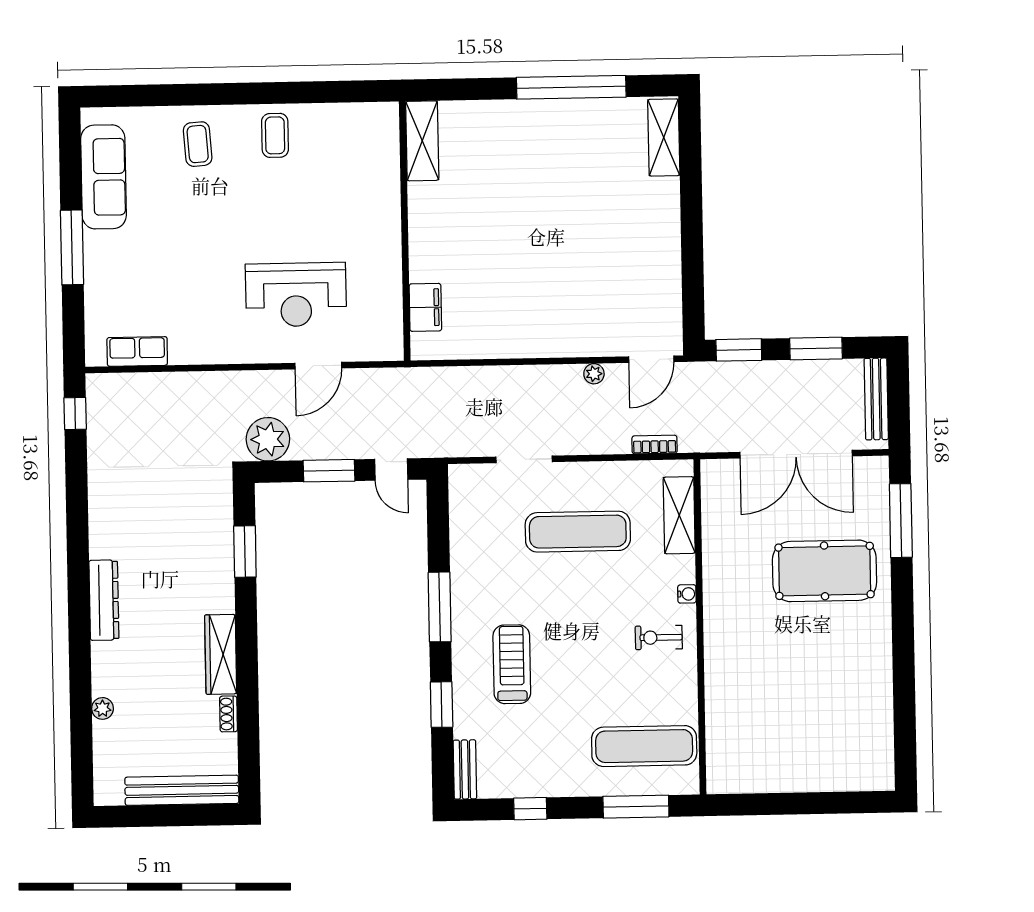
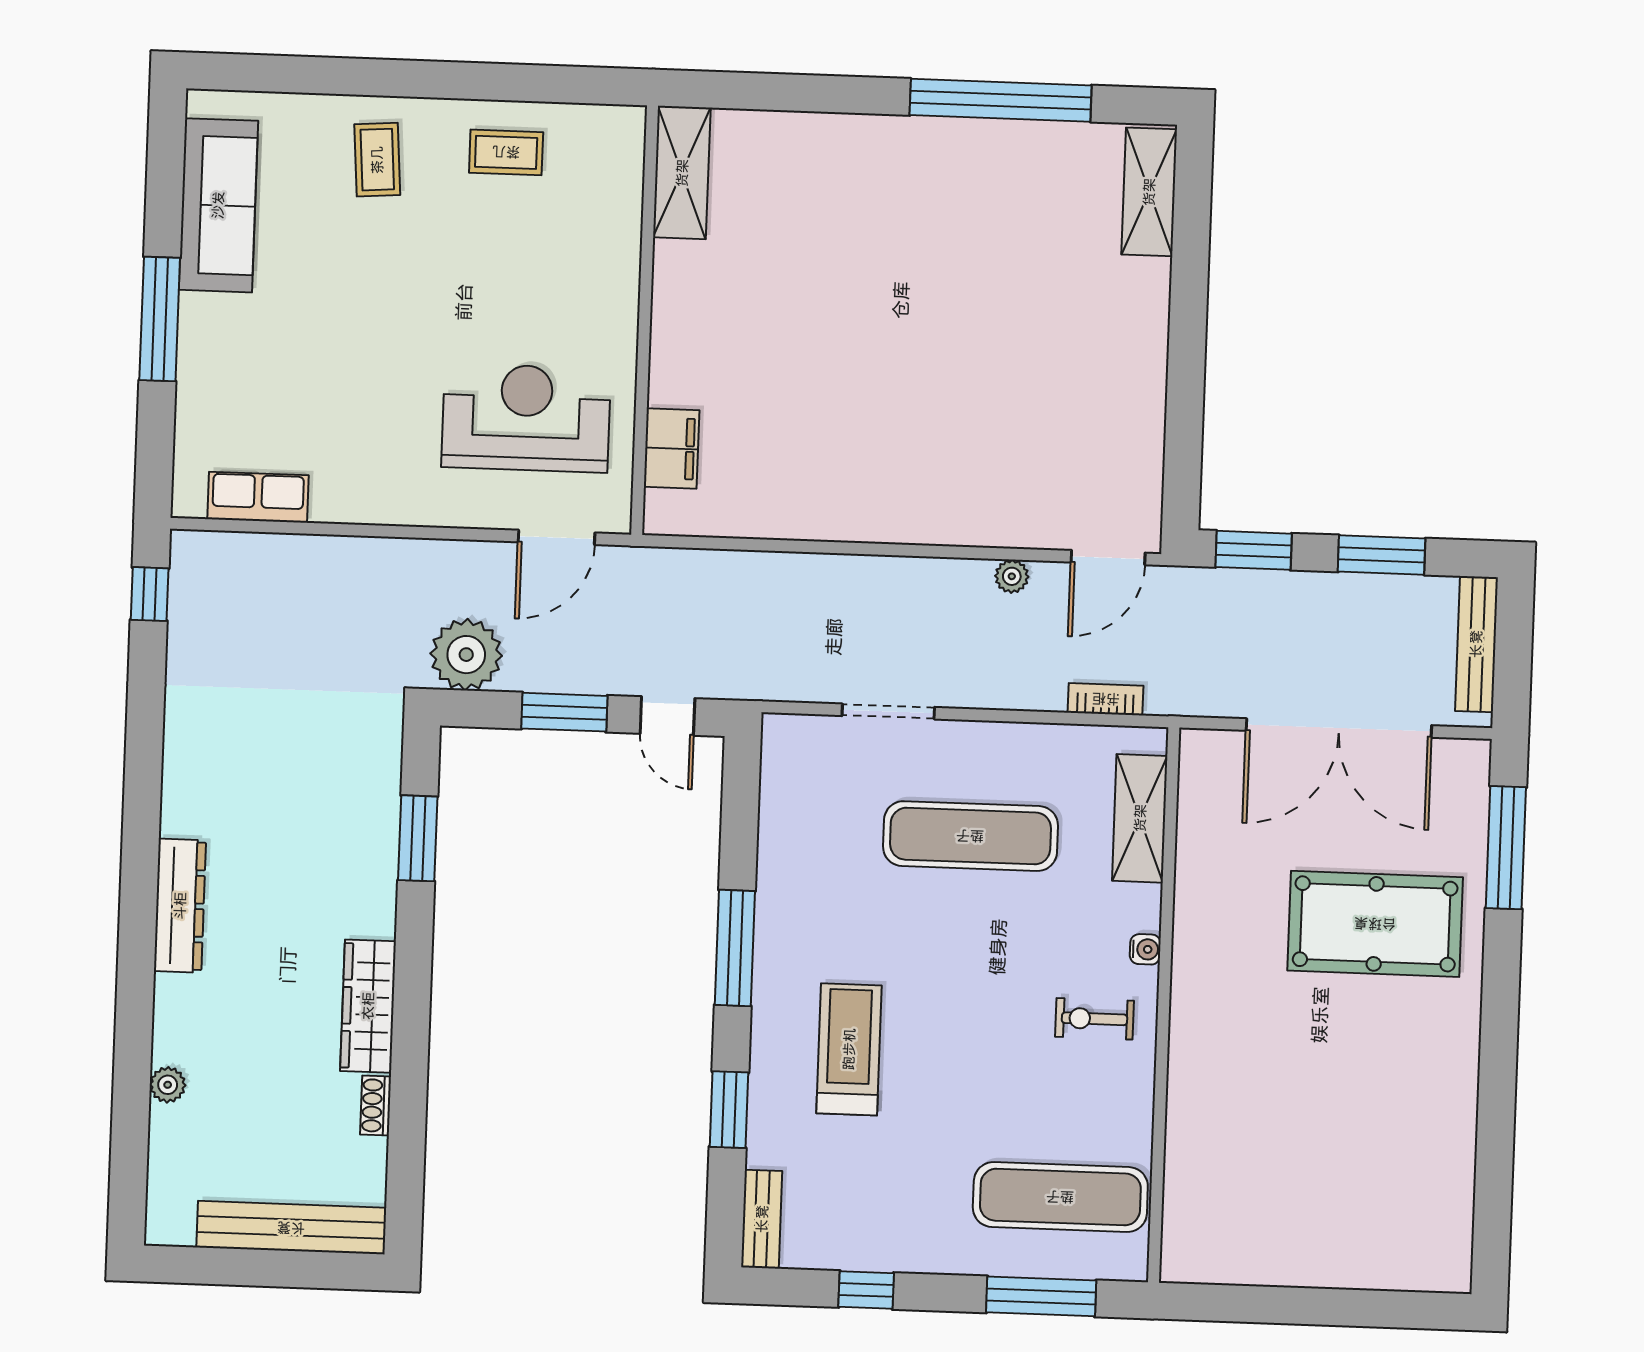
coffee table: (275, 135) -> (506, 152), turned 90
shelving: (422, 141) -> (682, 173), moved
wall: (405, 231) -> (645, 320), moved
reception desk: (296, 295) -> (526, 418), turned 180
filing cabinet: (425, 307) -> (672, 448), moved

